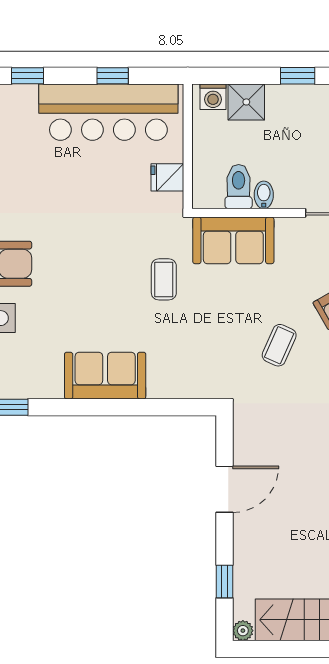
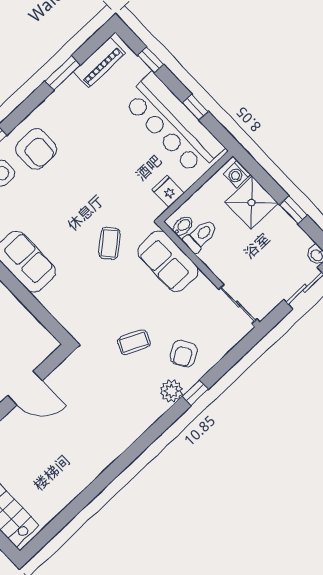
shower: (246, 102) -> (251, 203), width x1.36, depth x1.36
bidet: (264, 195) -> (183, 226), moved
coffee table: (164, 279) -> (109, 243), turned -40

